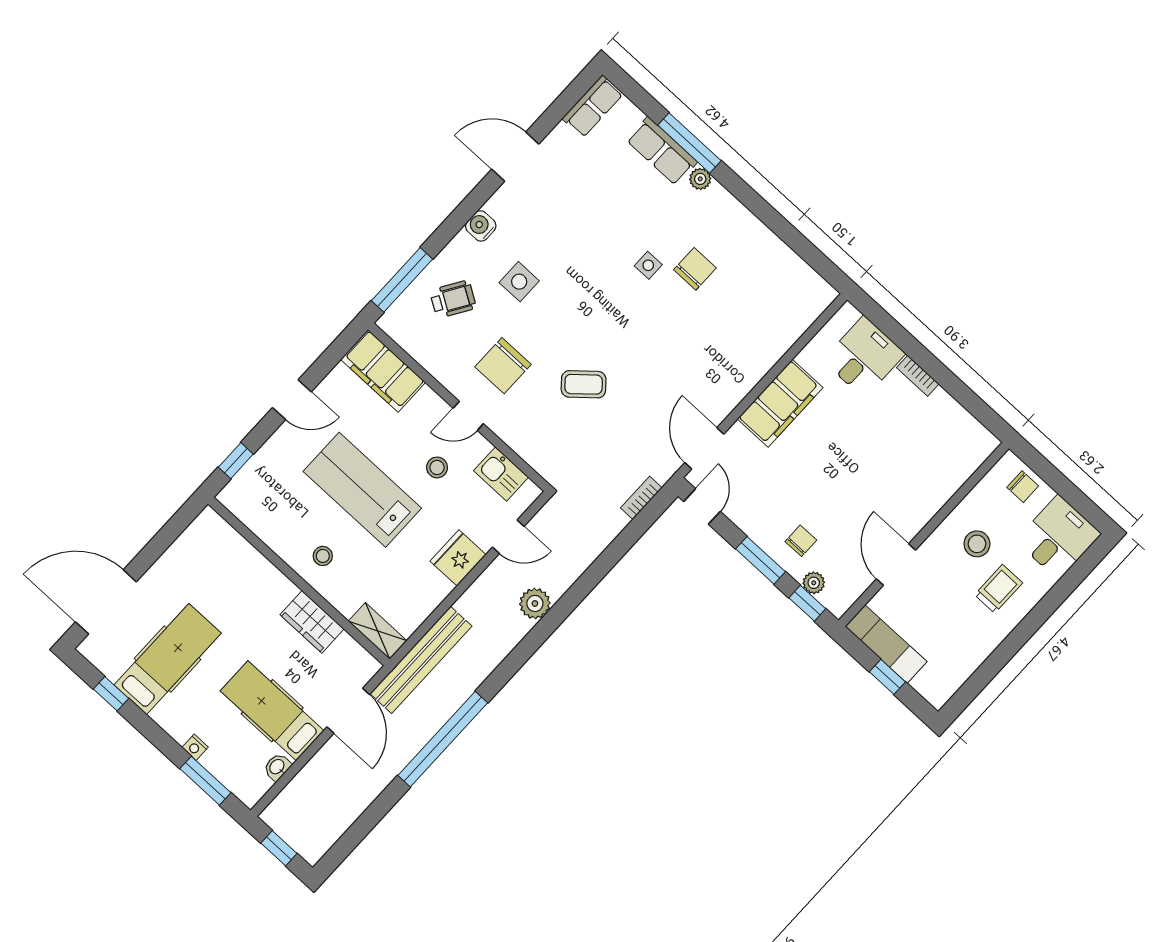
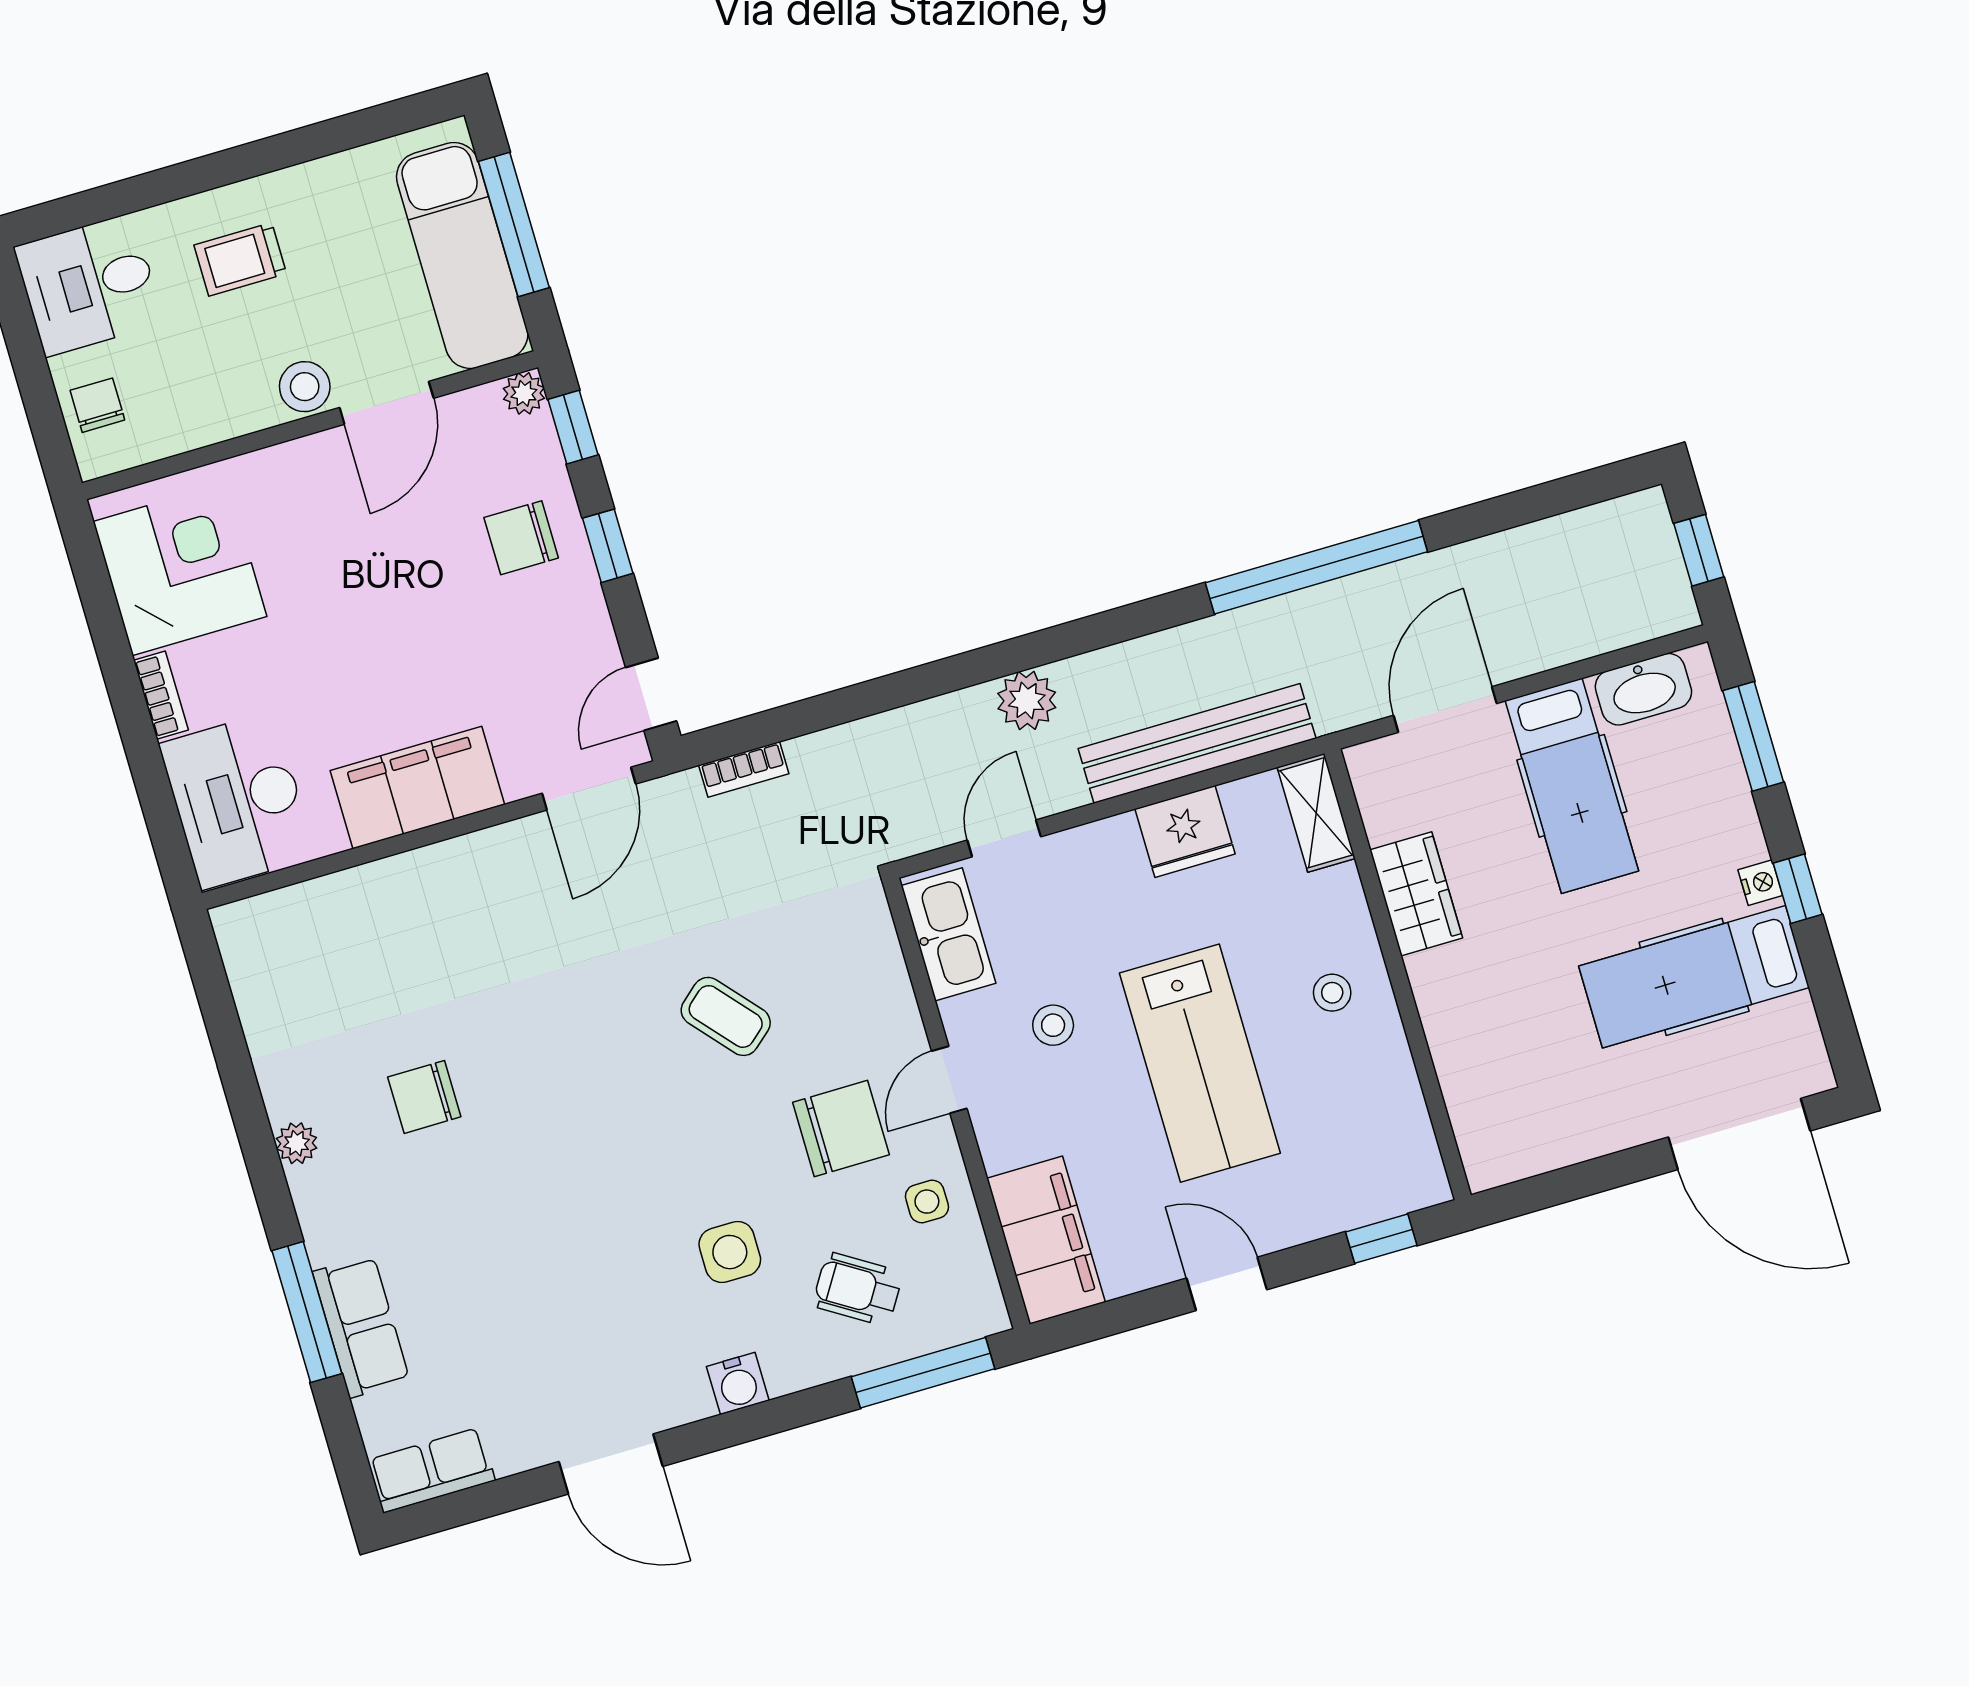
plant: (700, 179) -> (297, 1143), moved
side table: (648, 265) -> (927, 1202), moved
desk: (864, 357) -> (237, 800), width x1.37
door: (468, 416) -> (949, 1080), swing flipped
corner desk: (943, 436) -> (180, 569), added
kitchen sink: (501, 474) -> (948, 934), width x1.38
door: (508, 537) -> (1004, 838), hinge flipped
chair: (801, 541) -> (521, 538), width x1.37, depth x1.37
stool: (977, 544) -> (305, 387), moved
fridge: (458, 558) -> (1185, 831), moved
window: (761, 560) -> (608, 546), width x0.67
plant: (814, 583) -> (524, 393), moved
exam couch: (886, 644) -> (462, 256), width x1.36, depth x1.45
bench: (421, 660) -> (1197, 743), moved
window: (887, 677) -> (514, 224), width x2.17
window: (111, 694) -> (1798, 889), moved
nightstand: (195, 747) -> (1760, 883), moved
washbasin: (277, 767) -> (1643, 689), width x1.91, depth x1.45

